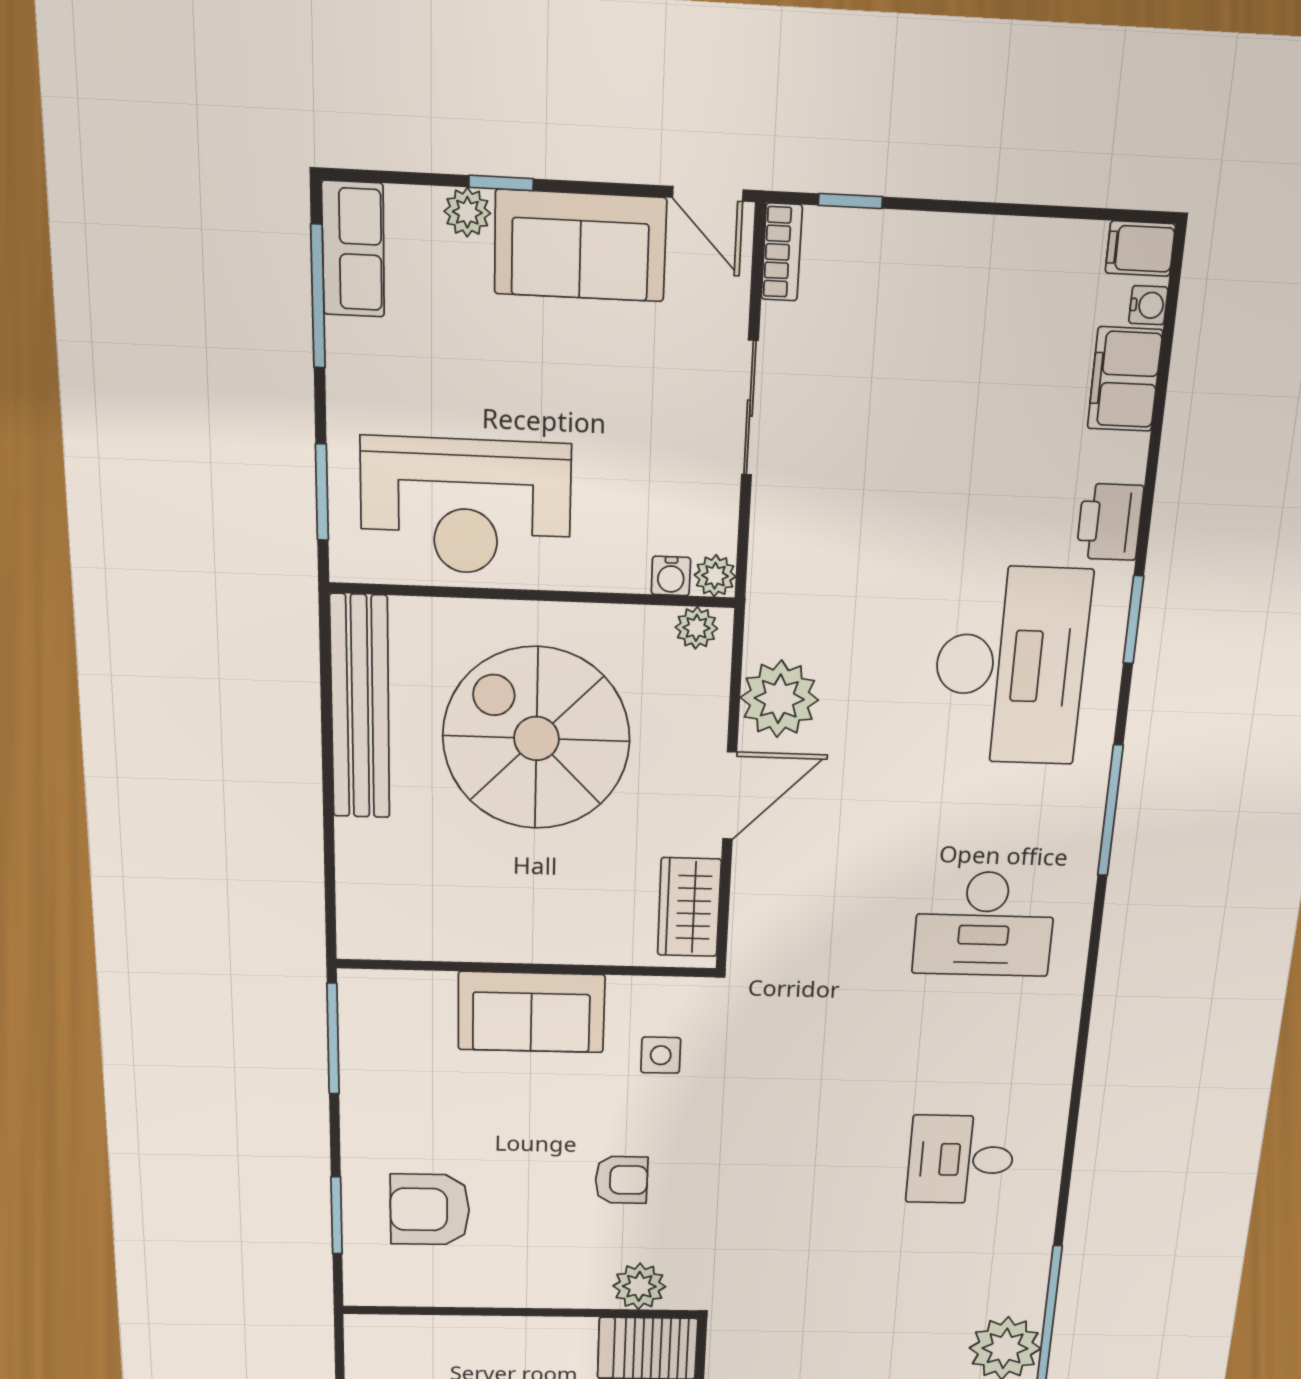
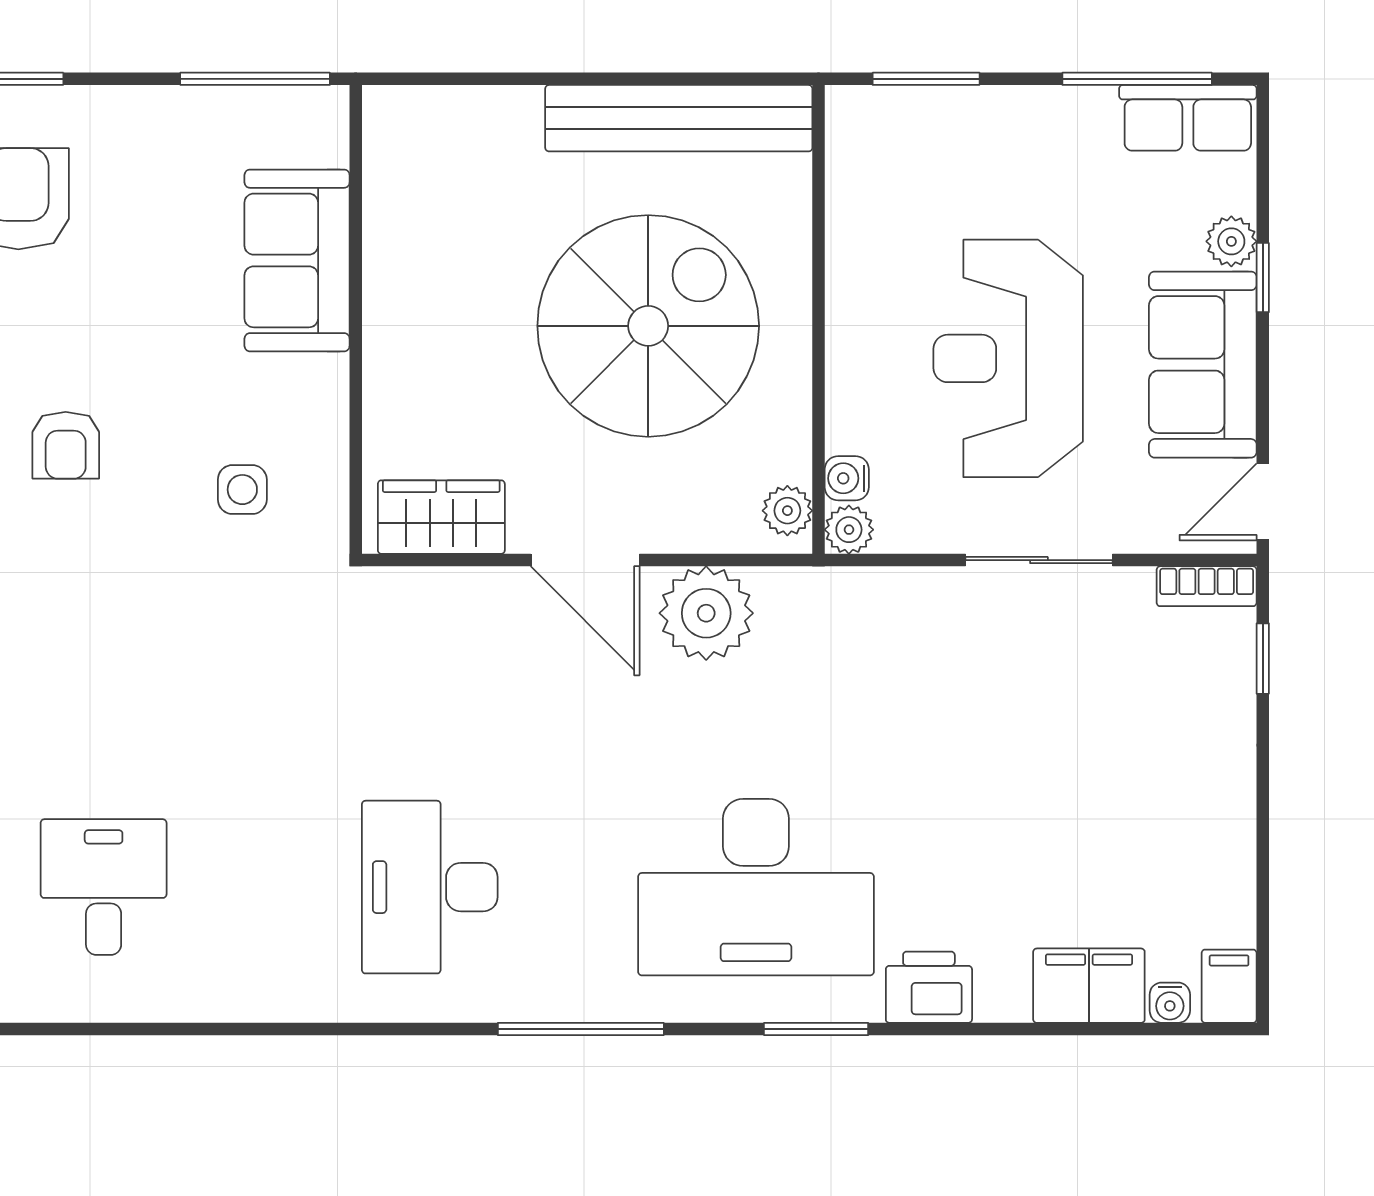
reception desk: (466, 506) -> (1008, 358), moved
sofa: (531, 1012) -> (297, 260), moved

